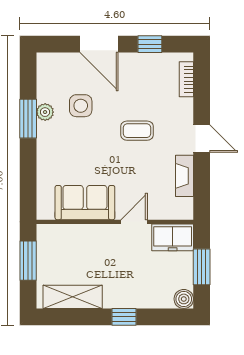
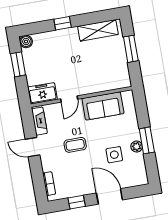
sofa: (85, 203) -> (103, 106), moved
wall: (115, 222) -> (81, 97), moved
door: (134, 222) -> (69, 99), moved
freezer: (173, 237) -> (42, 93), moved

